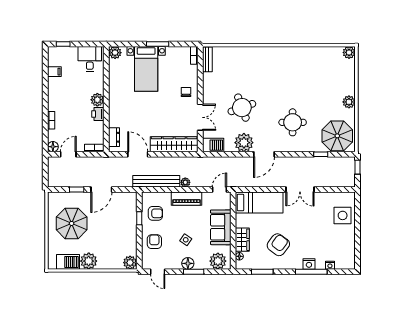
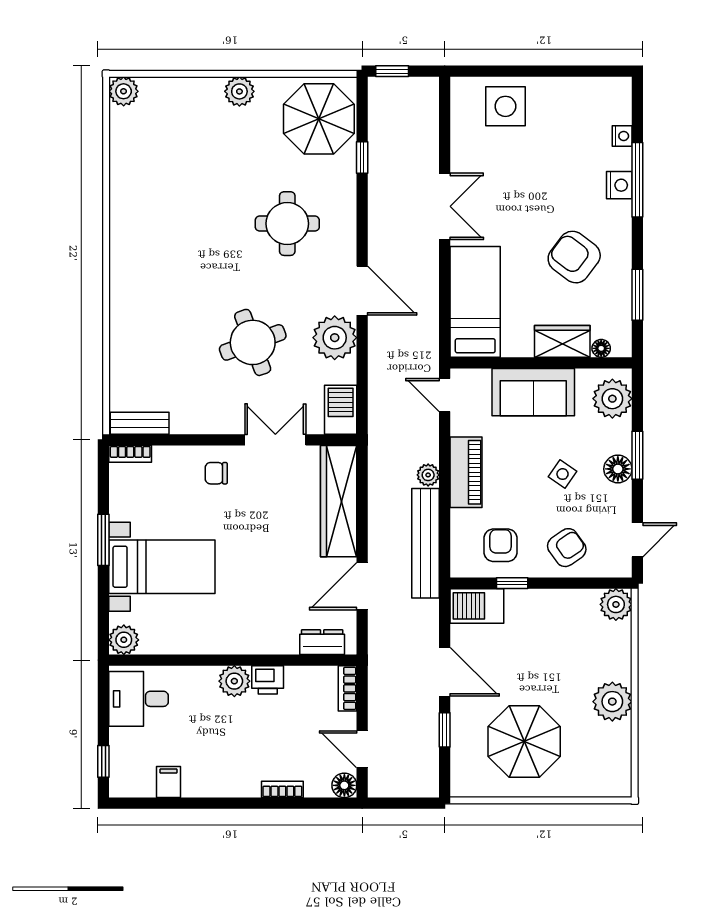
armchair: (154, 242) -> (567, 548), turned 145
barbecue: (68, 262) -> (477, 606), moved, turned -90

